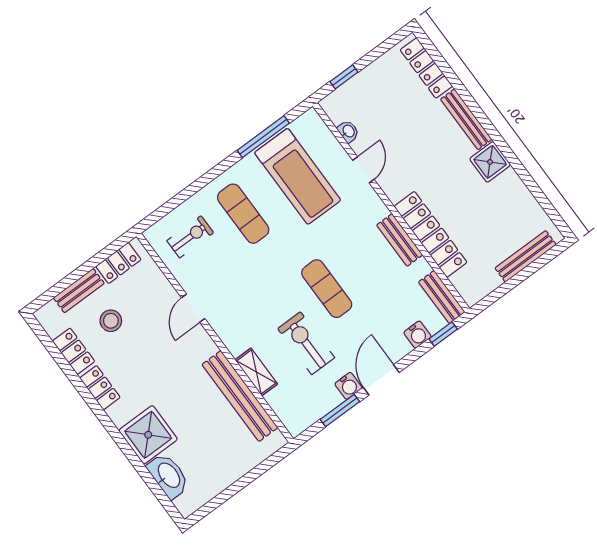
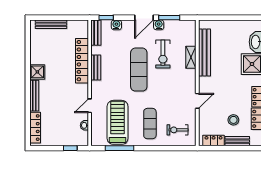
exercise mat: (327, 289) -> (139, 70), width x1.36, depth x1.45

